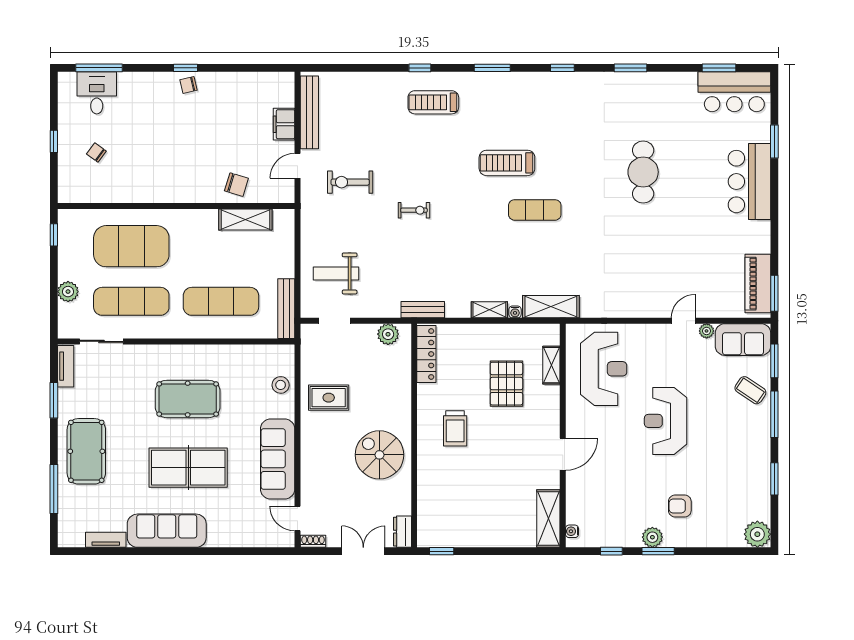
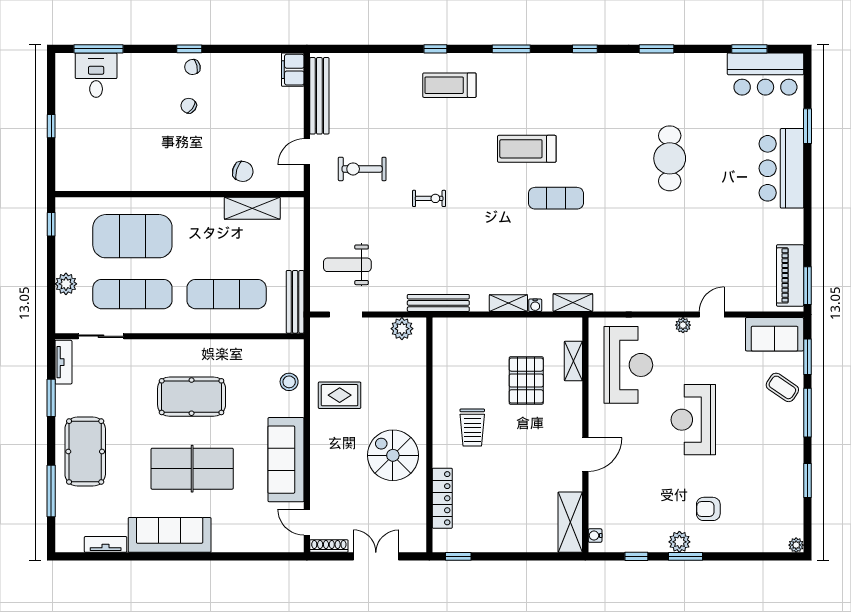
filing cabinet: (284, 124) -> (293, 70), moved
chair: (96, 153) -> (189, 106), moved
shelving: (551, 307) -> (573, 303), width x0.67, depth x0.75
bench: (423, 310) -> (438, 303), width x1.36
plant: (707, 331) -> (683, 325), moved
locker: (426, 354) -> (442, 498), moved
dresser: (402, 532) -> (417, 536), removed
plant: (757, 534) -> (796, 545), width x0.53, depth x0.53
shoe rack: (313, 541) -> (329, 546), width x1.43

